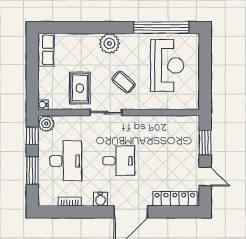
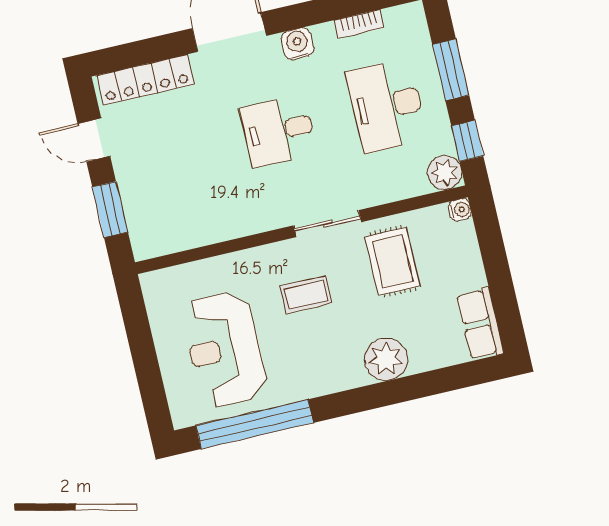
plant: (109, 44) -> (386, 359), moved
coffee table: (124, 82) -> (306, 295), turned -41

